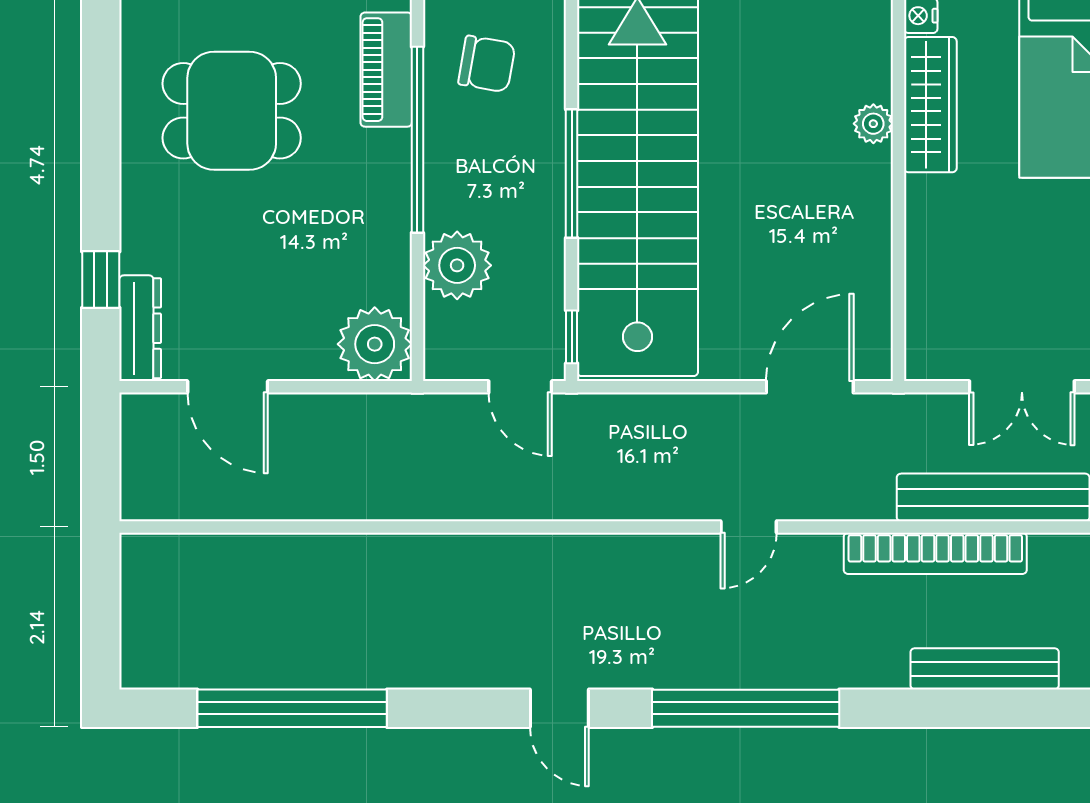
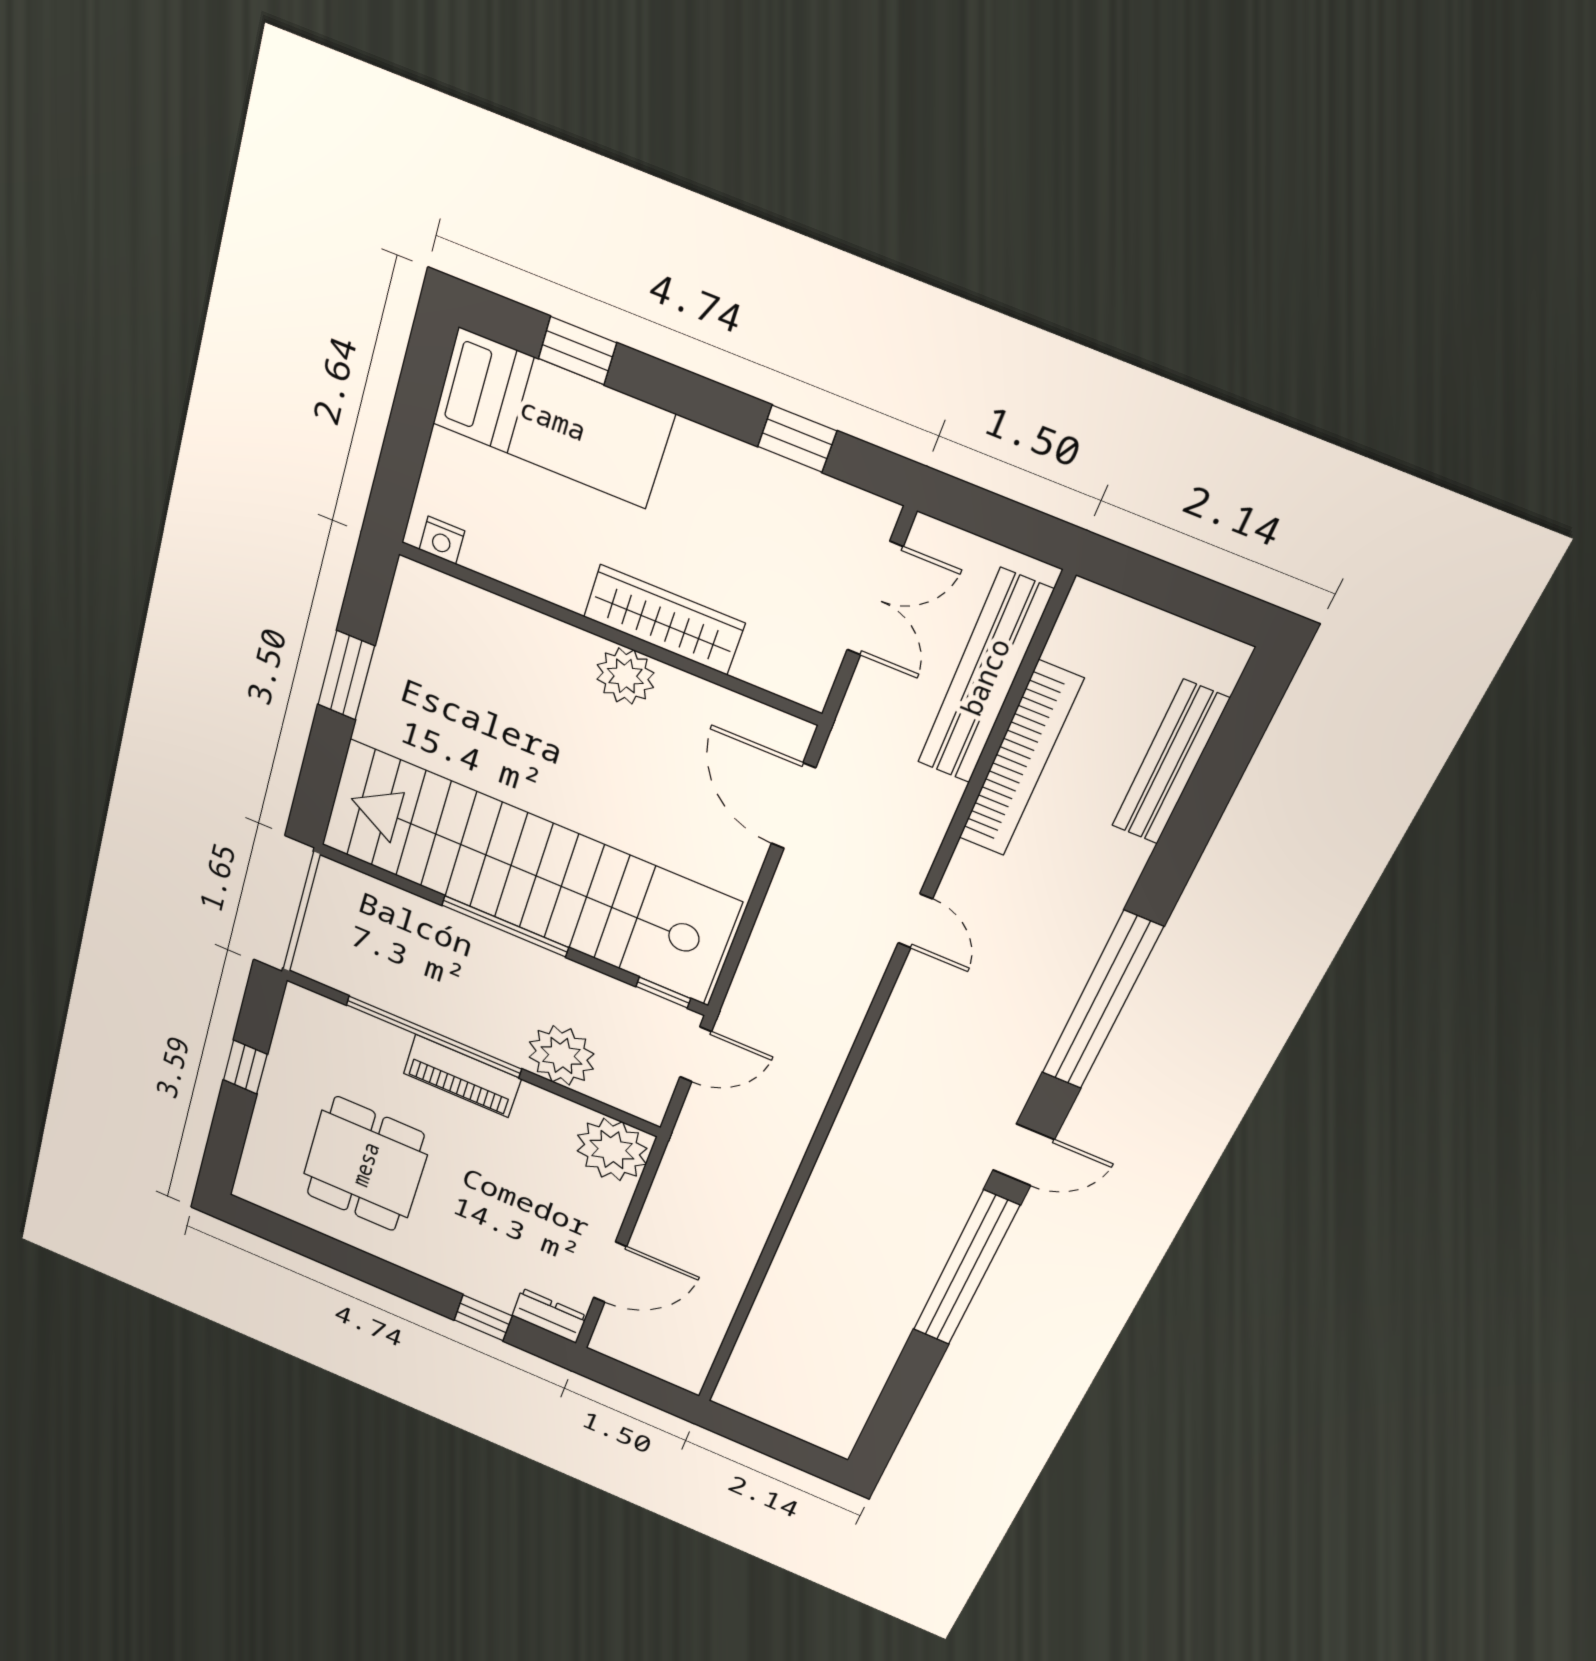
chair: (487, 64) -> (380, 952), removed
piano: (386, 70) -> (462, 1076), moved
wardrobe: (930, 105) -> (664, 620), moved
plant: (873, 124) -> (625, 676), moved, width x1.38, depth x1.38
dresser: (140, 328) -> (549, 1316), width x0.70
window: (292, 708) -> (966, 1268), moved

